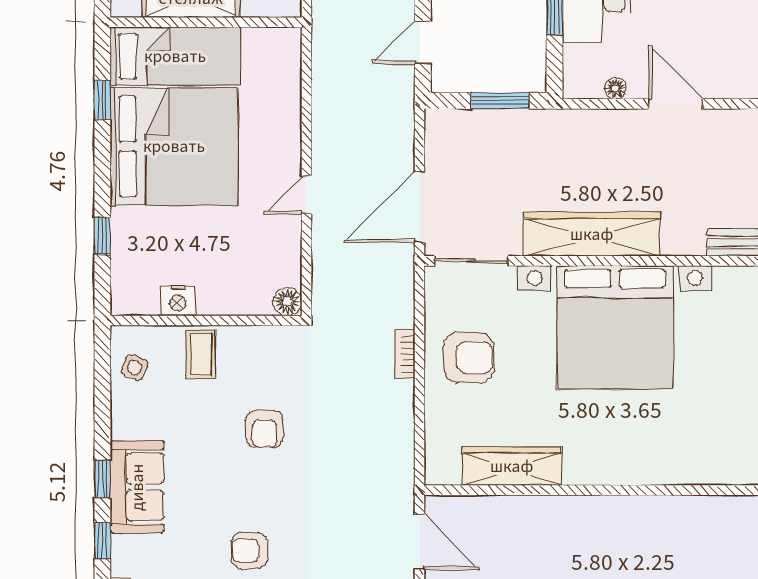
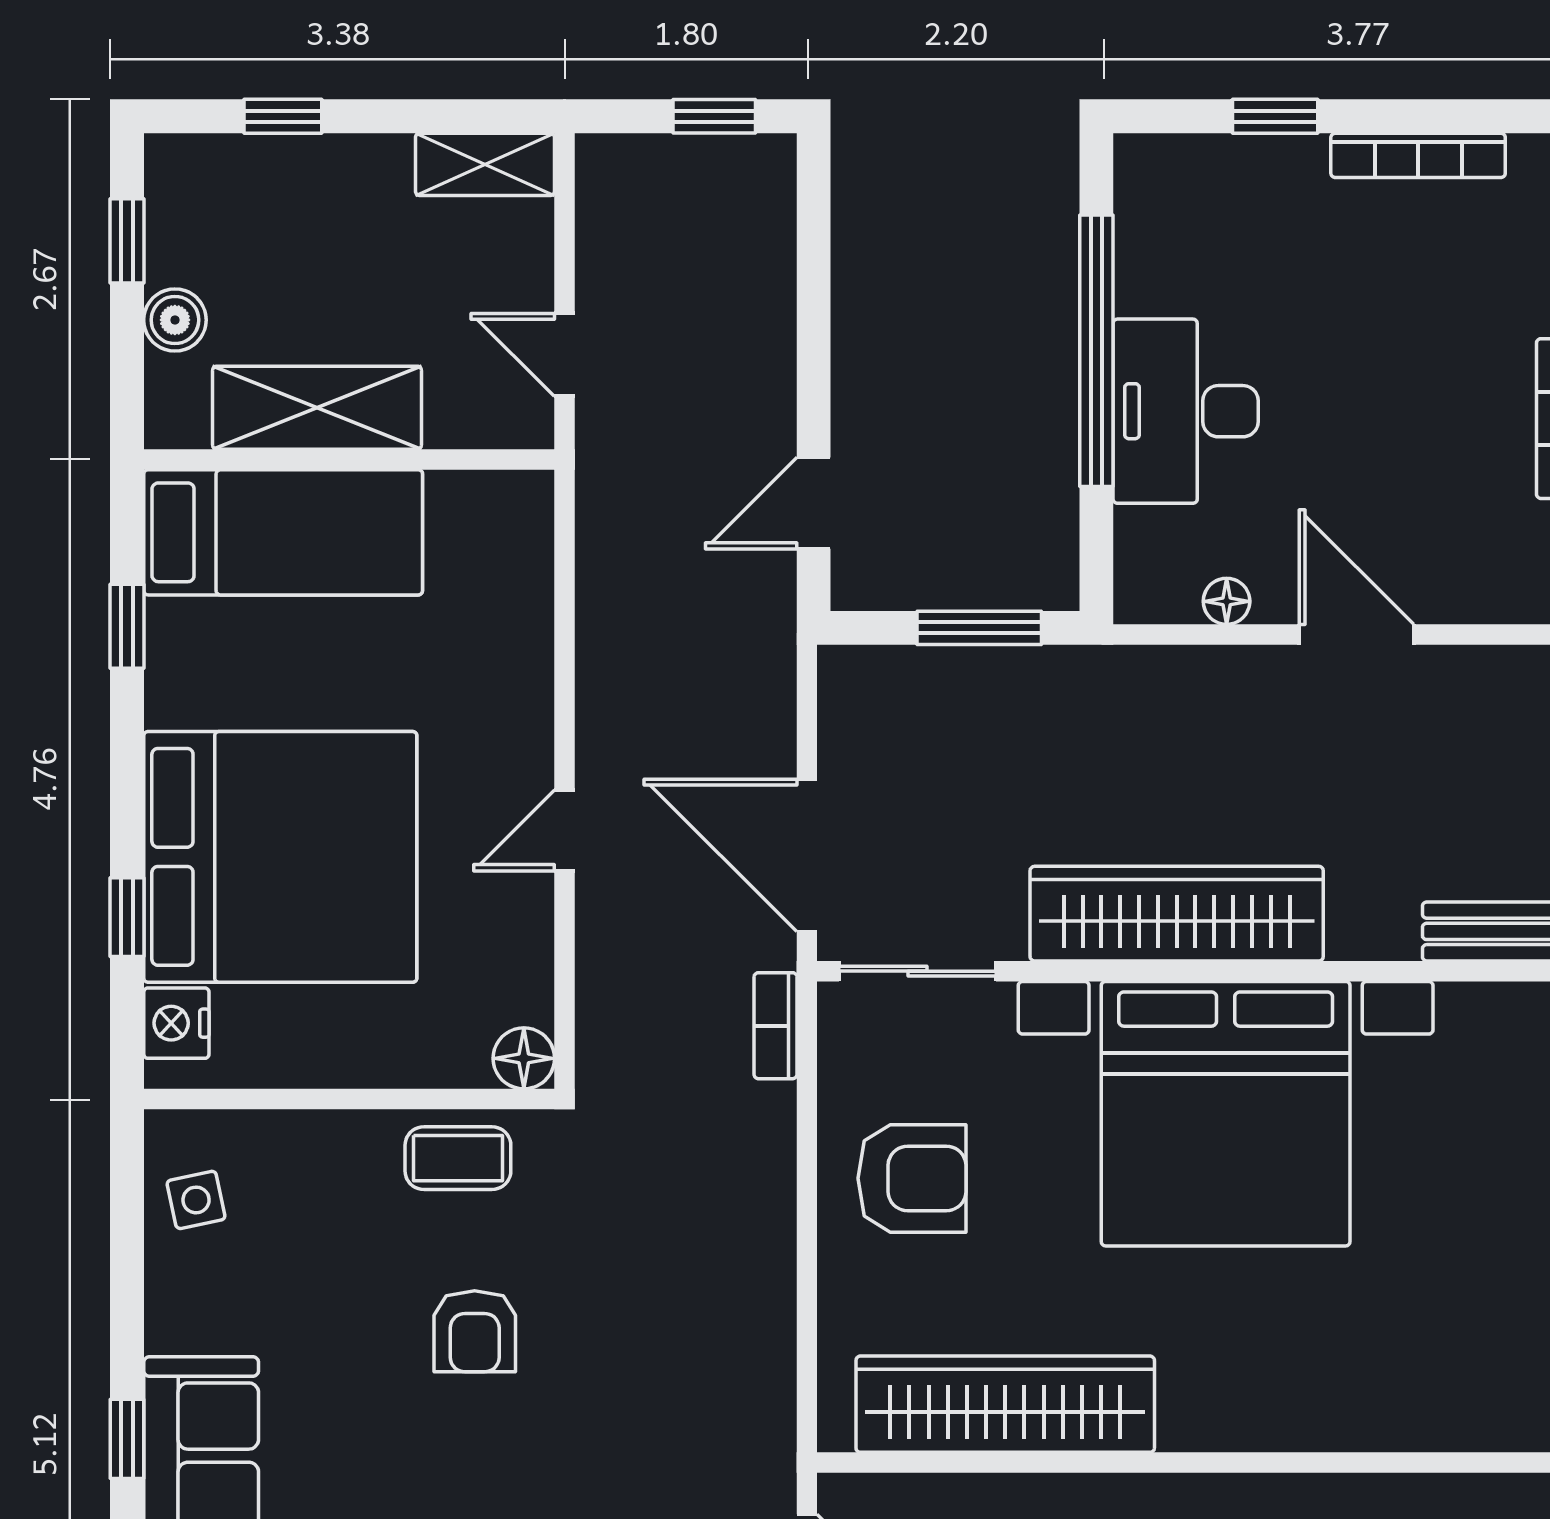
bed: (174, 146) -> (280, 857), moved
door: (420, 207) -> (807, 855), hinge flipped
nightstand: (178, 301) -> (176, 1023), moved, turned 90
coffee table: (201, 354) -> (458, 1158), moved, turned 90
bookcase: (405, 354) -> (776, 1026), moved
side table: (135, 368) -> (196, 1200), turned -34
wardrobe: (512, 466) -> (1005, 1404), width x1.40, depth x1.17

